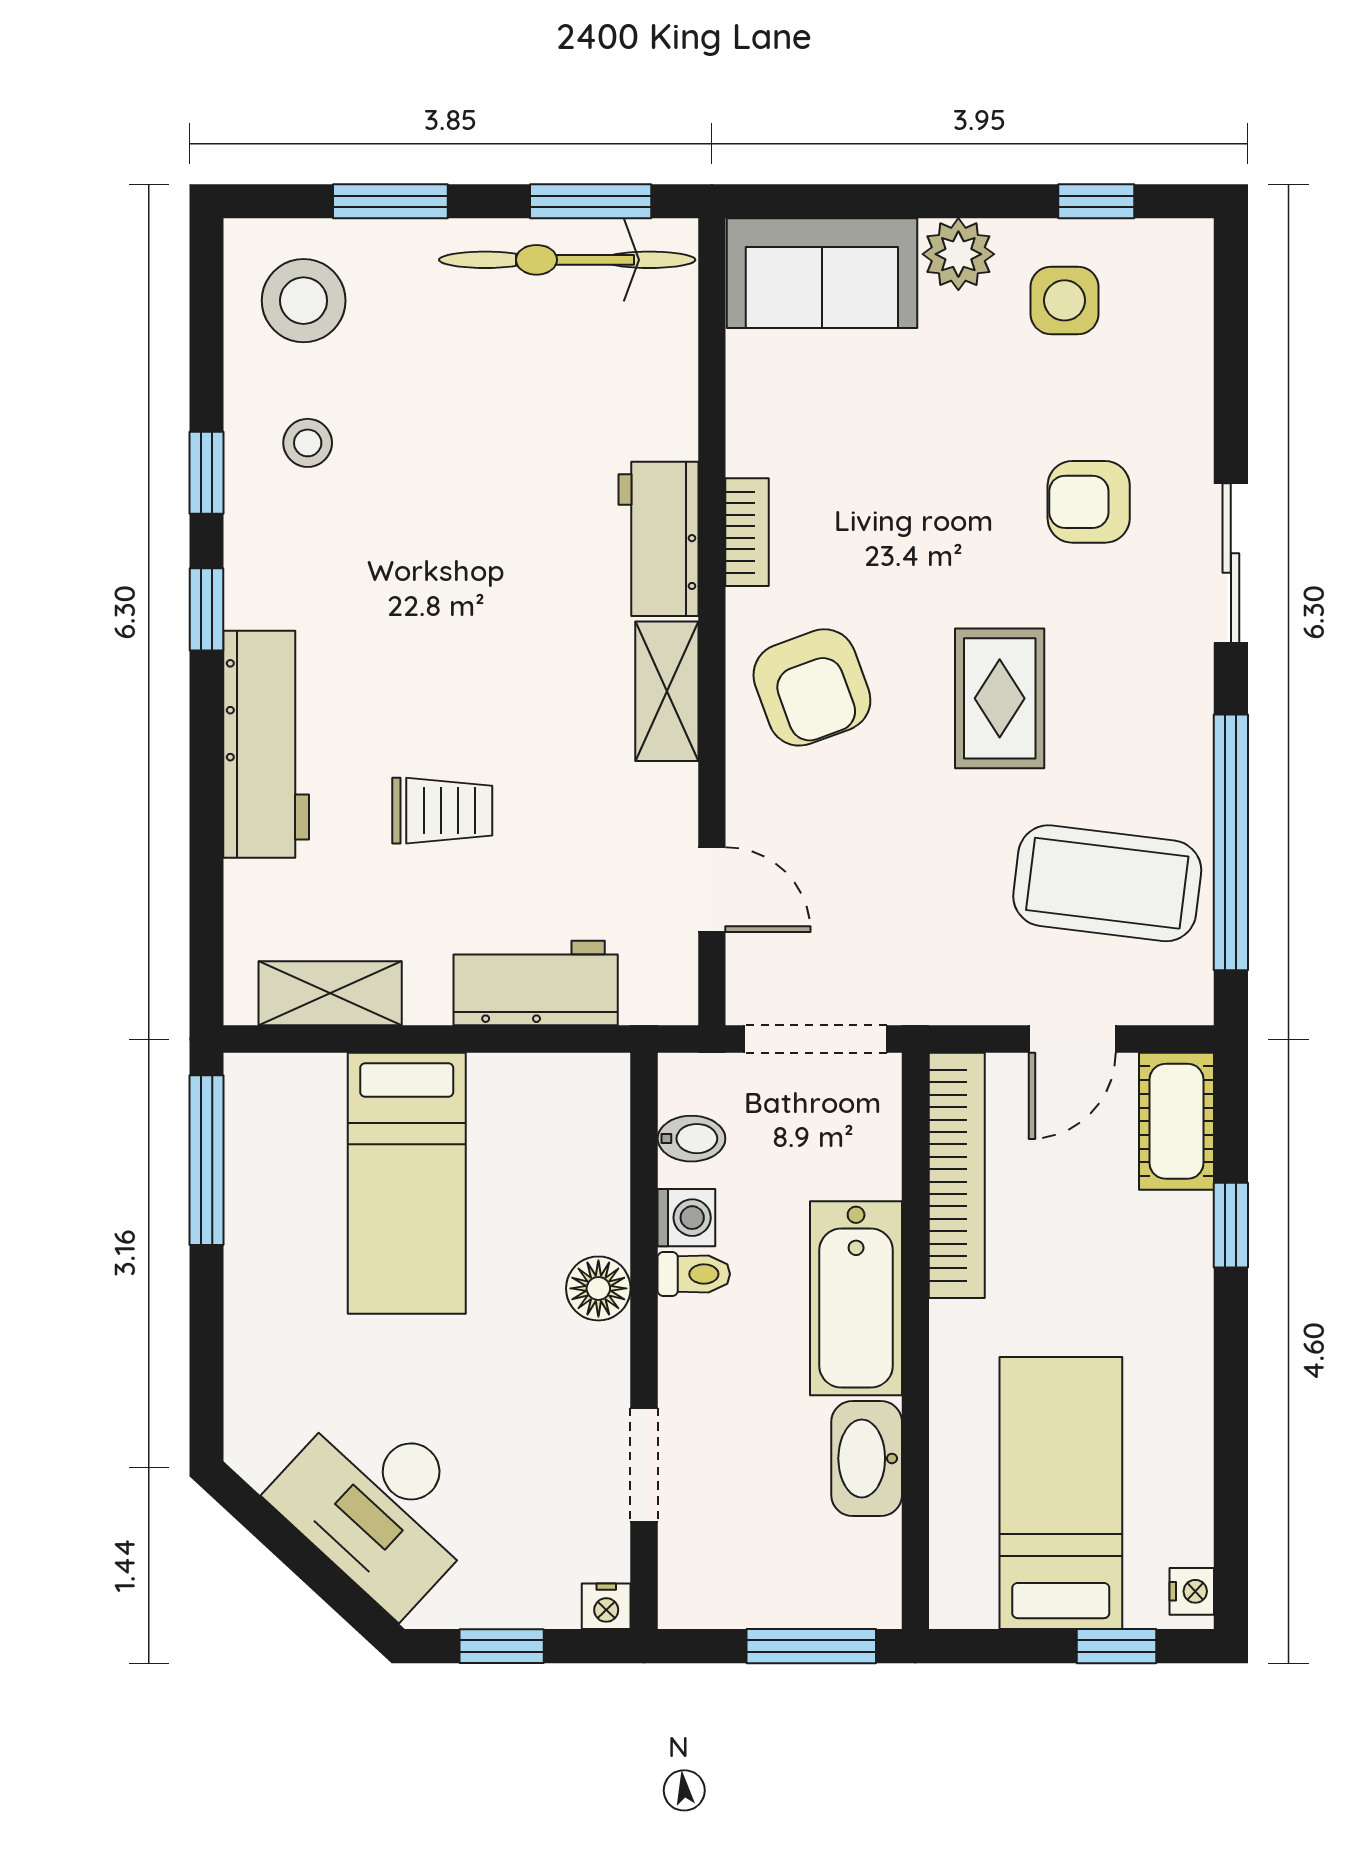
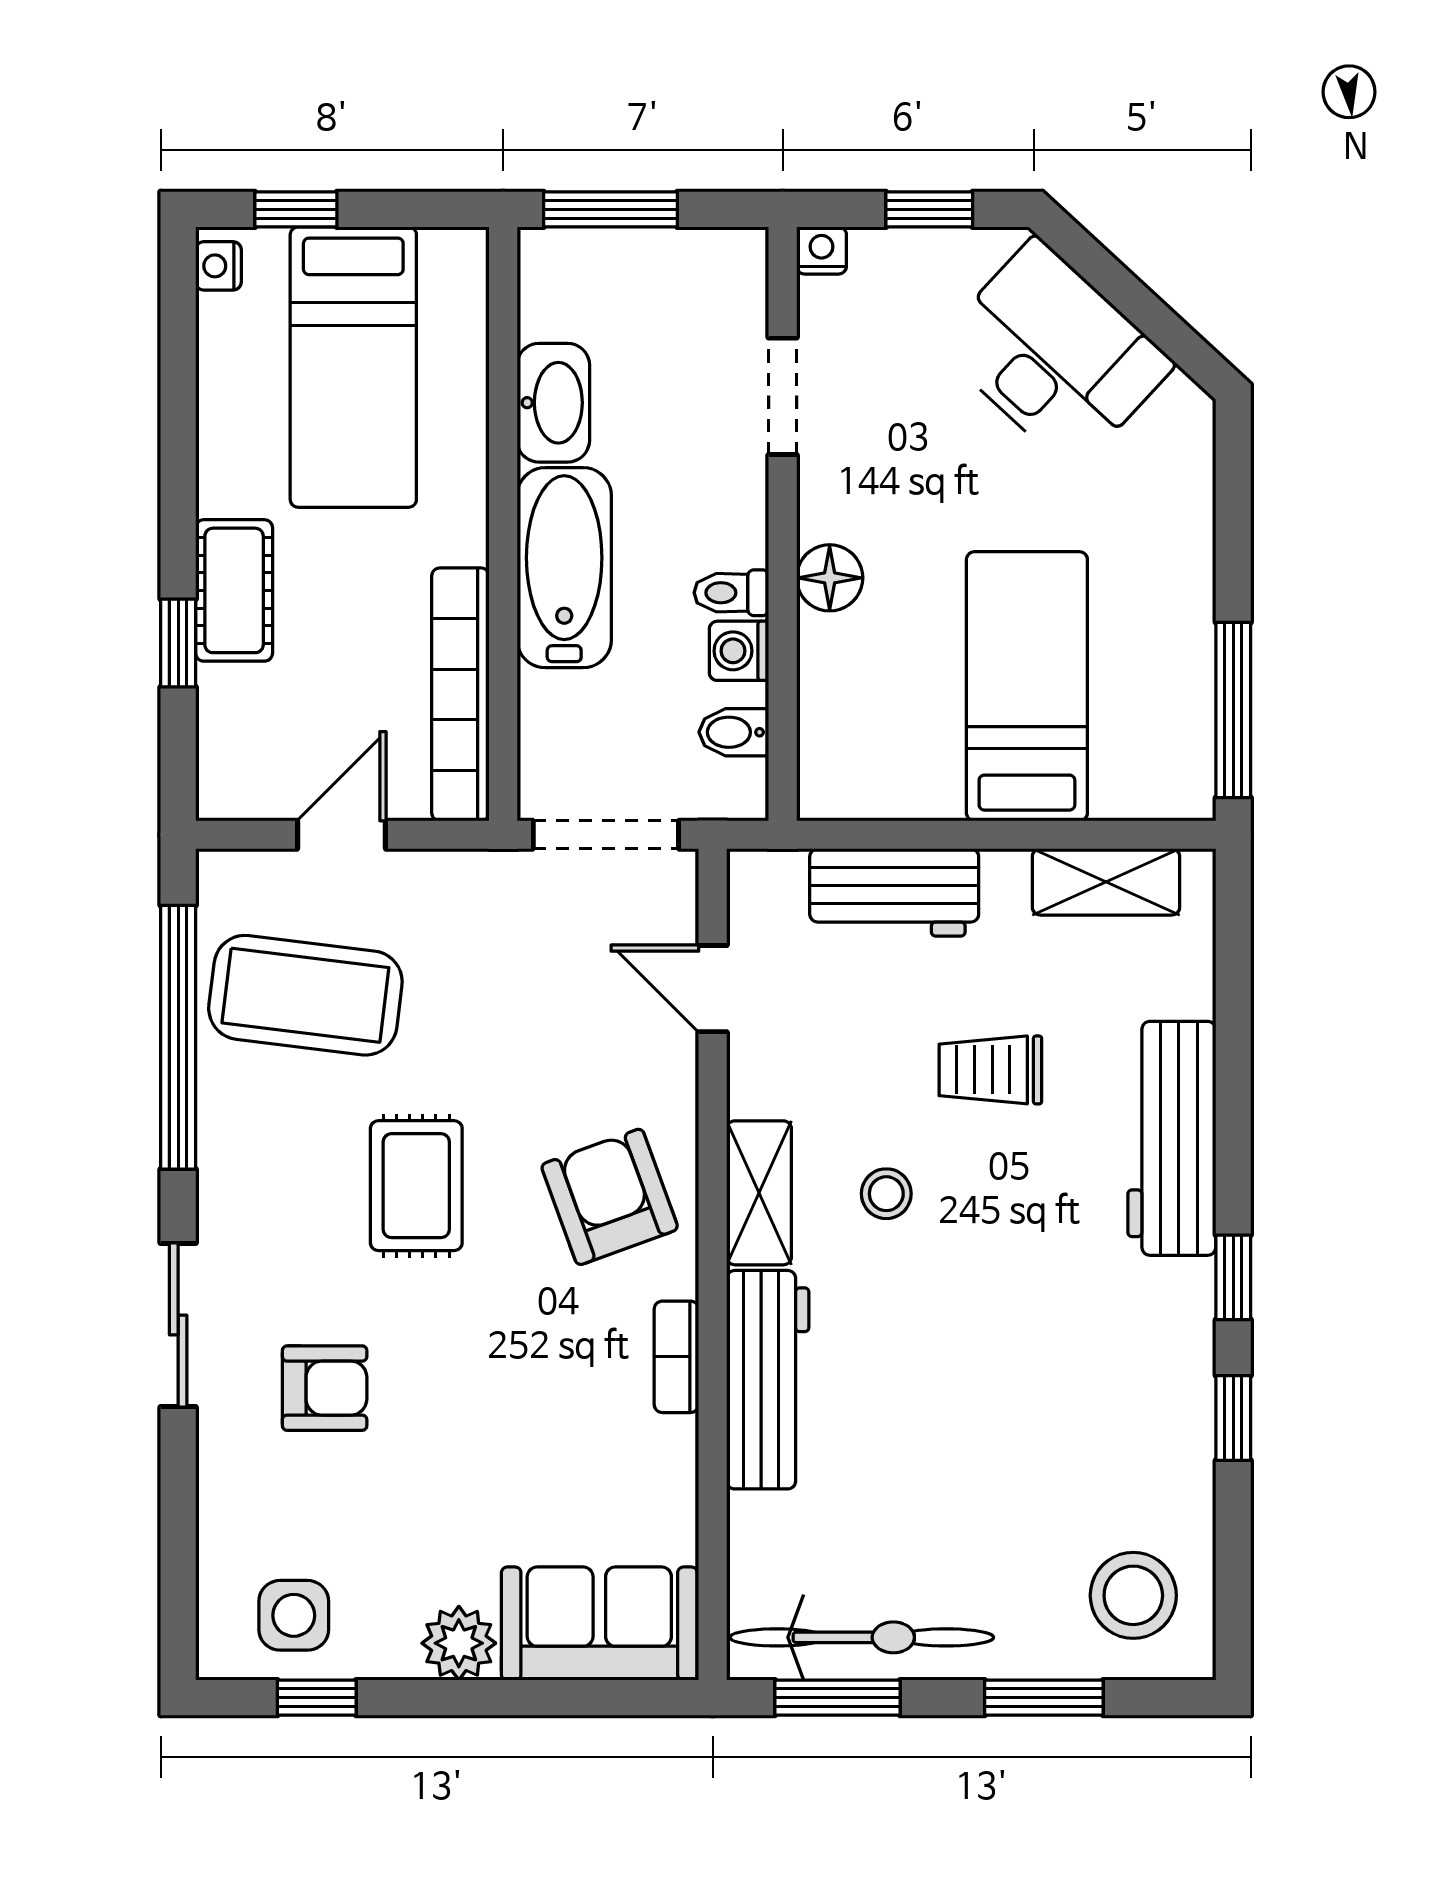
side table: (1064, 300) -> (294, 1615), moved
stool: (308, 443) -> (886, 1194), moved
workbench: (658, 539) -> (768, 1380), width x1.38
cot: (1177, 1121) -> (234, 590), moved

